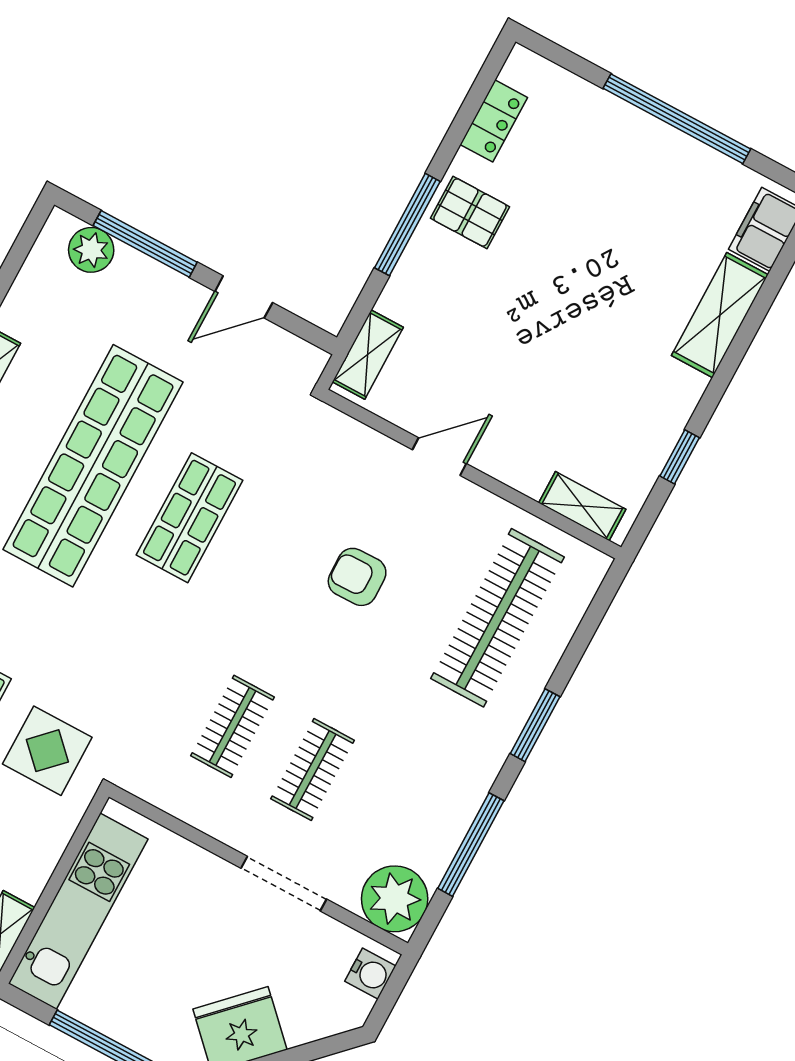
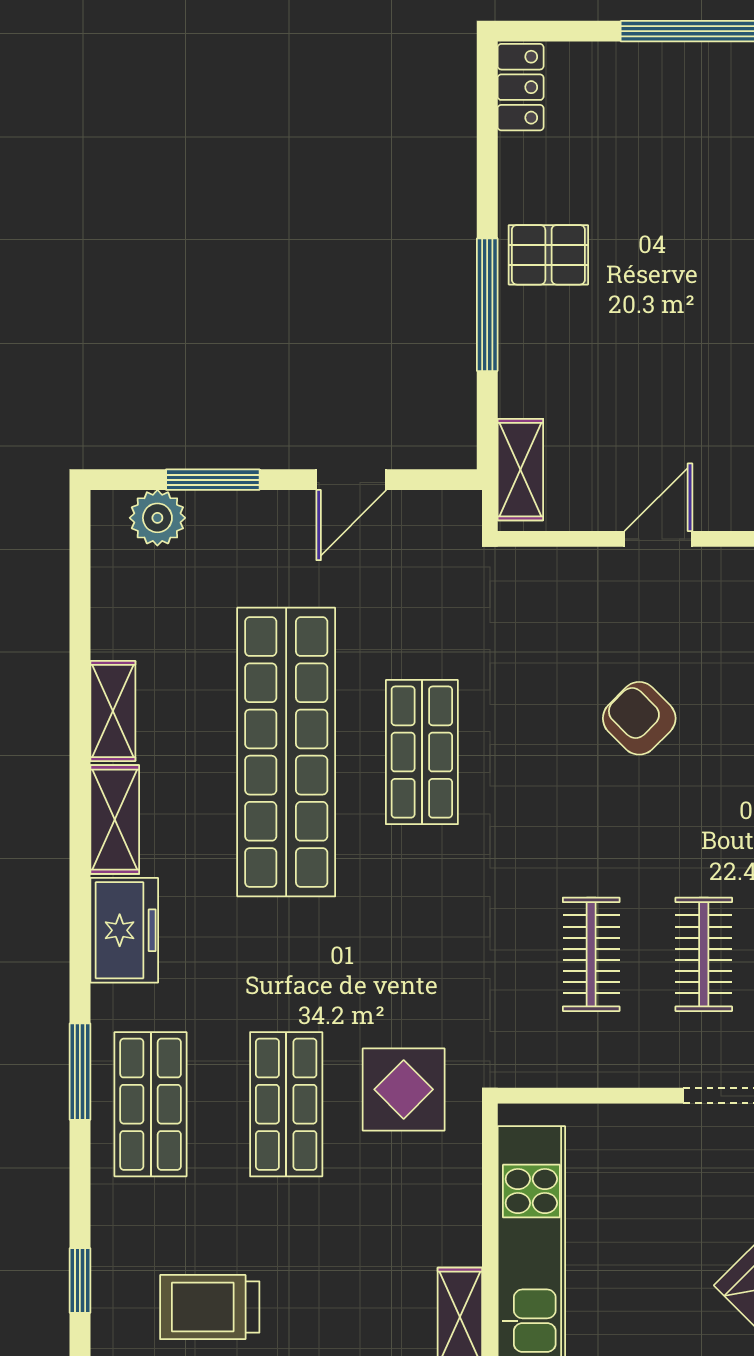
locker: (494, 121) -> (521, 87), moved
window: (145, 244) -> (213, 480), width x0.69
armchair: (357, 577) -> (639, 718), turned 46

